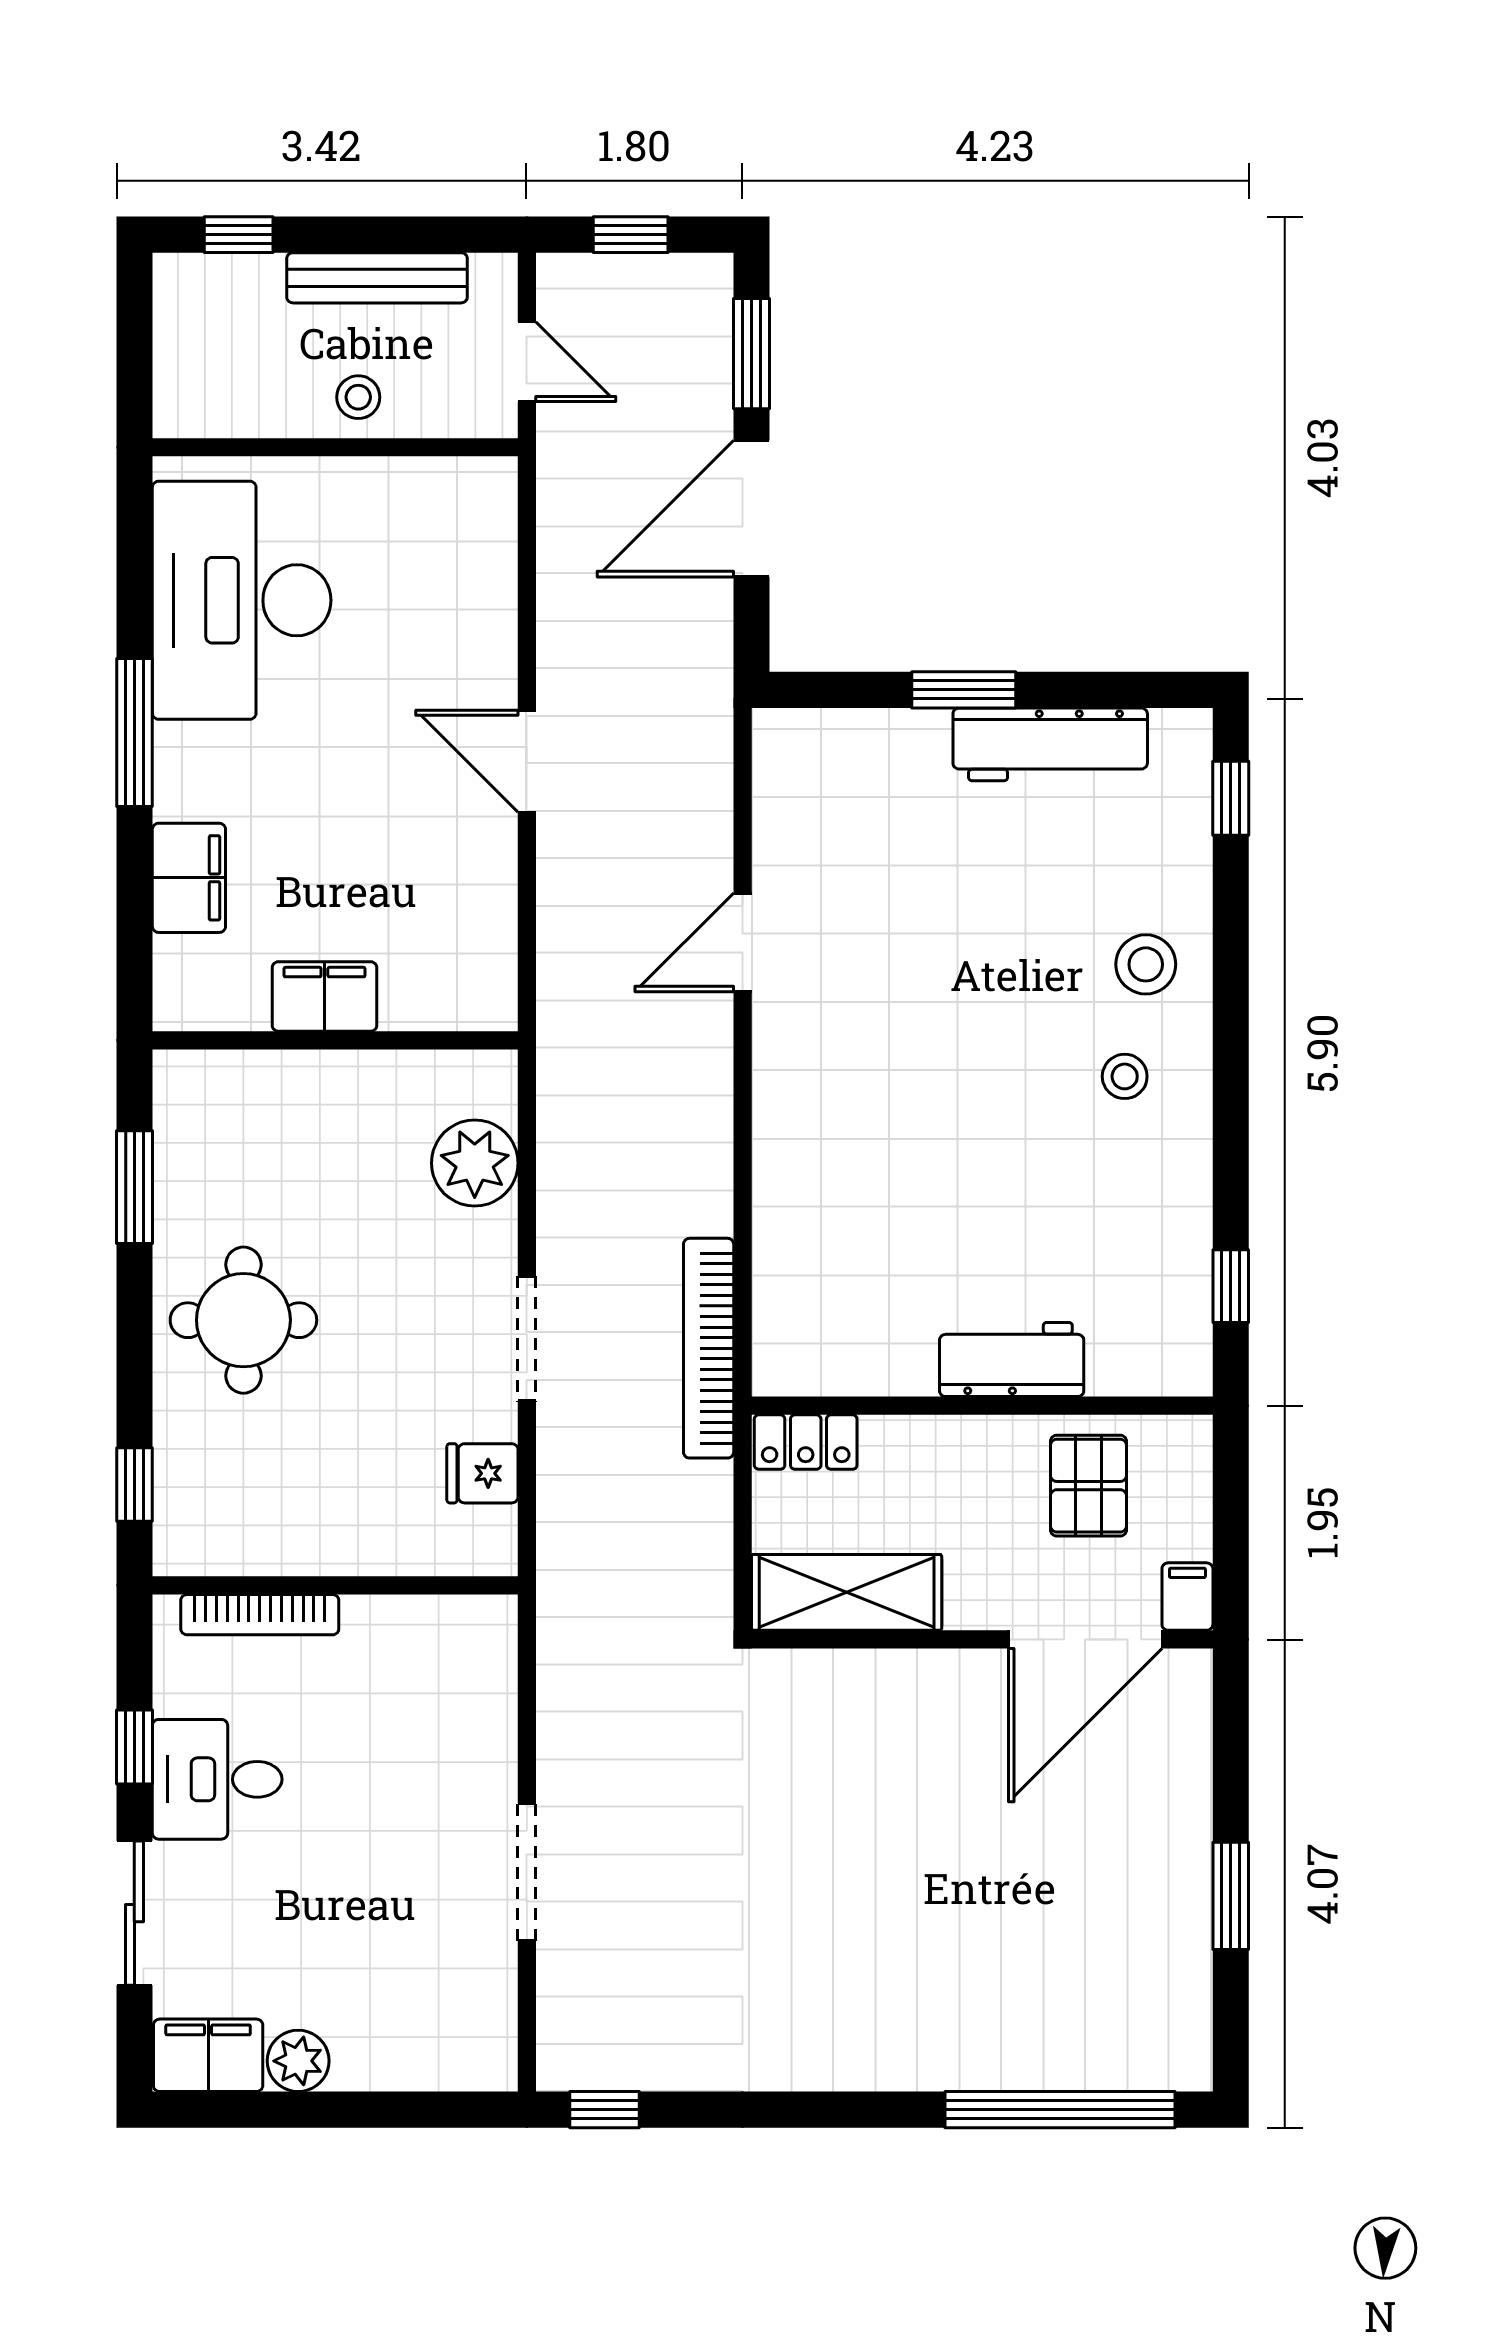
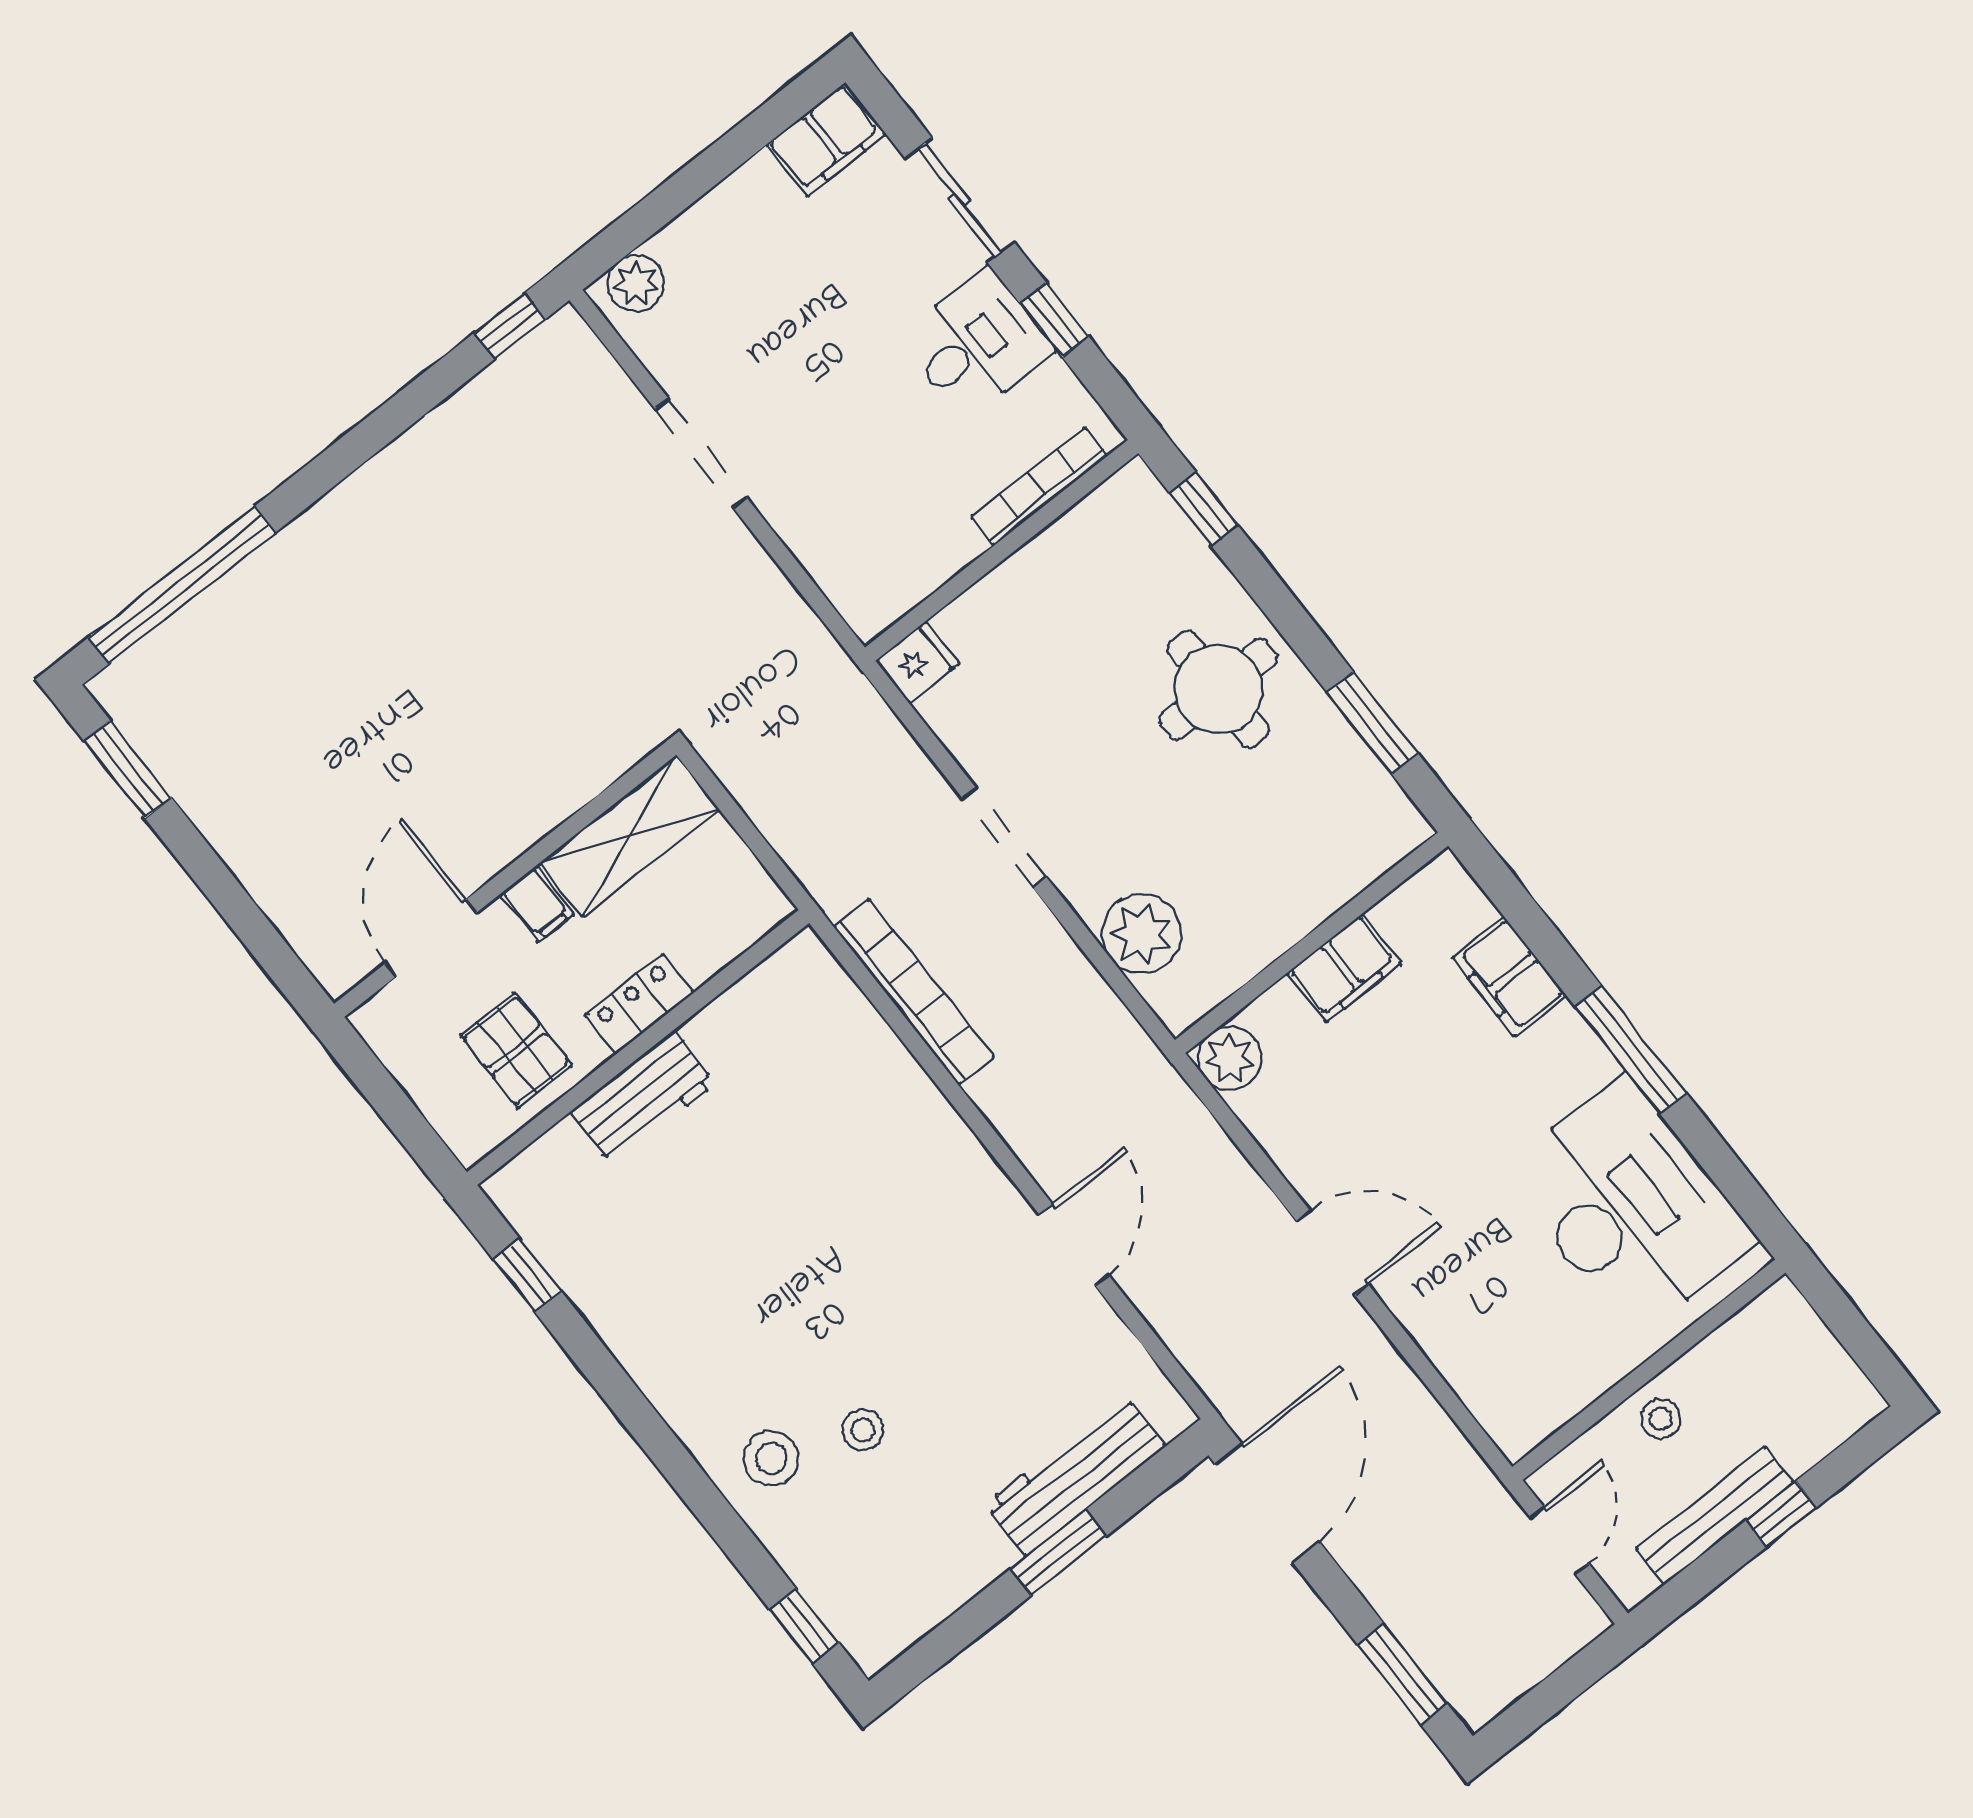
window: (239, 235) -> (1781, 1514), moved
window: (631, 235) -> (1557, 1691), removed
door: (527, 362) -> (1559, 1540), swing flipped
door: (752, 509) -> (1267, 1503), moved
workbench: (1050, 744) -> (1075, 1476), moved
plant: (483, 997) -> (1230, 1058), added
stool: (1125, 1076) -> (863, 1430), moved
bookcase: (709, 1348) -> (914, 992), moved
locker: (806, 1442) -> (639, 1004), moved
fridge: (482, 1473) -> (918, 662), moved
filing cabinet: (1187, 1597) -> (537, 904), moved
door: (1085, 1639) -> (431, 938), width x0.73
window: (1231, 1896) -> (128, 769), moved
plant: (298, 2061) -> (636, 283), moved

